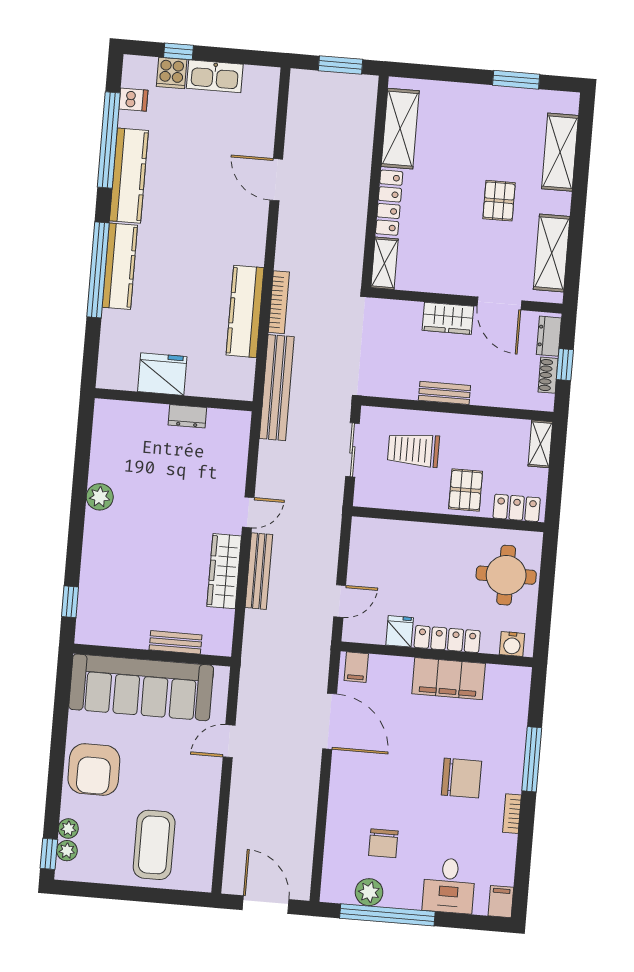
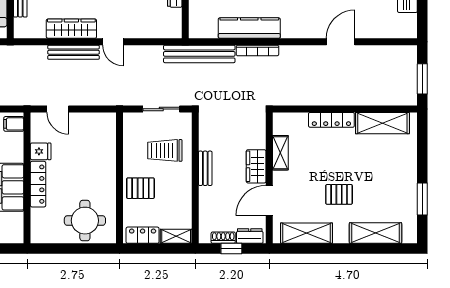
shelving: (385, 263) -> (280, 153), moved, turned 90
trolley: (413, 450) -> (165, 150), turned -90
locker: (517, 508) -> (143, 235), moved, turned -90
water cooler: (512, 644) -> (38, 229), removed

